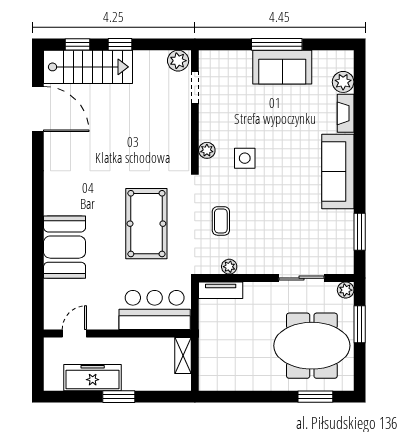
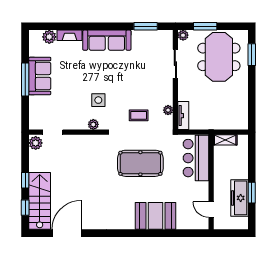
window: (119, 397) -> (252, 193), moved

